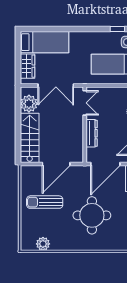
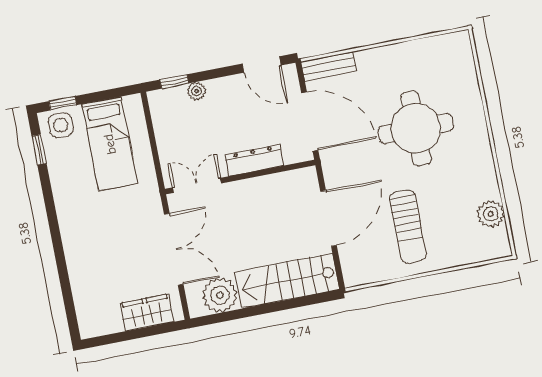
bed: (44, 42) -> (93, 288), removed
door: (56, 164) -> (329, 218), hinge flipped

